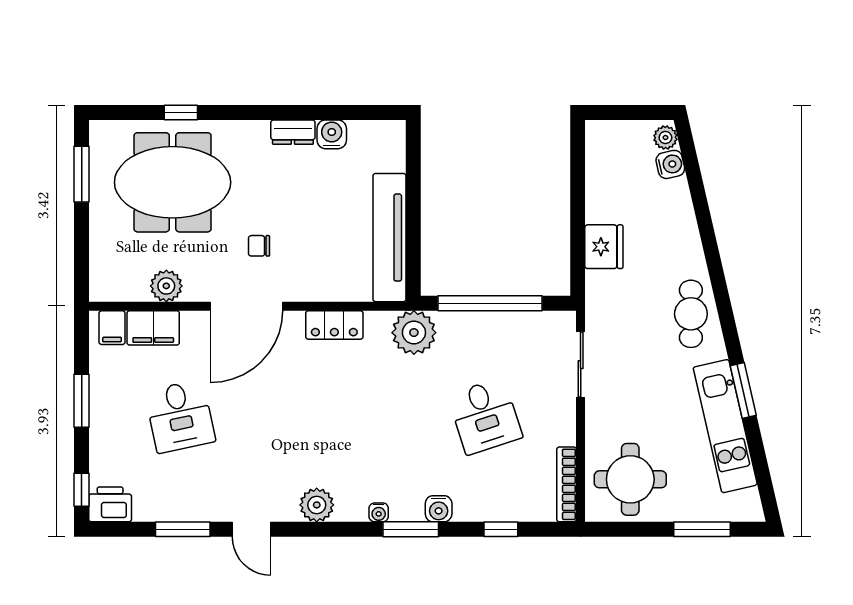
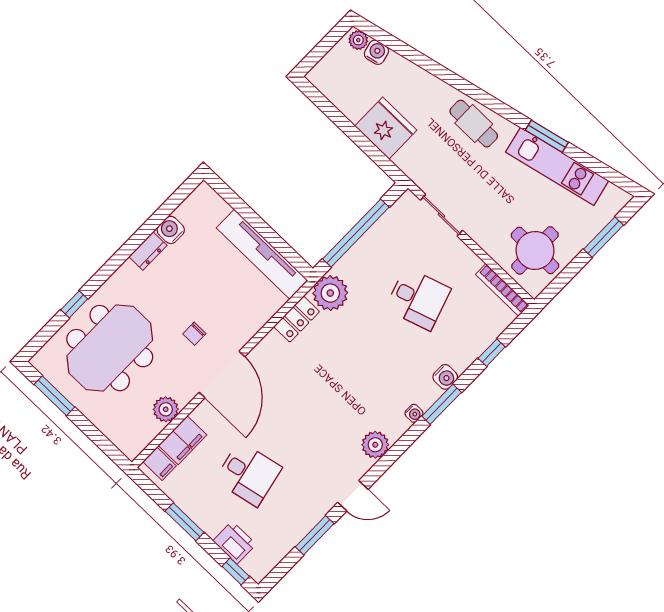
fridge: (604, 247) -> (386, 128), width x1.36, depth x1.34
locker: (334, 325) -> (297, 319), moved
printer: (110, 504) -> (234, 543), moved, turned 90

